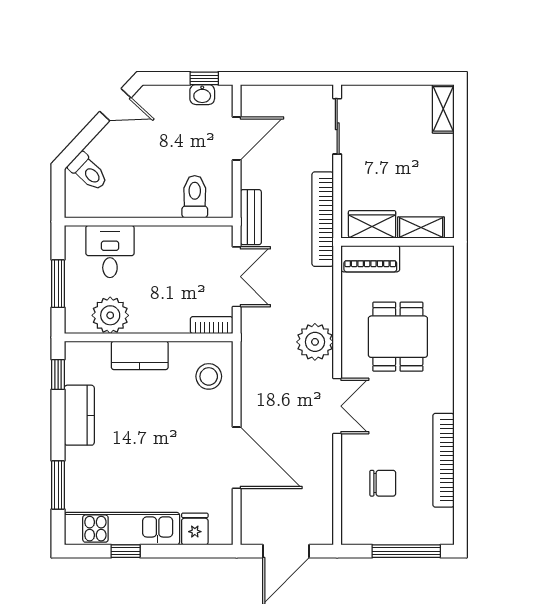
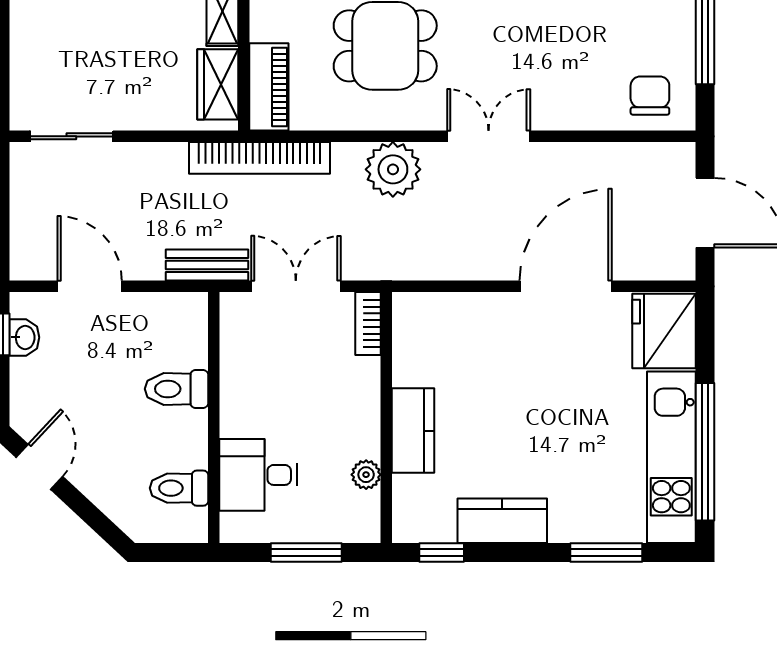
toilet: (88, 172) -> (179, 488), moved, turned -133
toilet: (195, 197) -> (177, 389), moved
bookcase: (323, 219) -> (259, 158), moved
plant: (110, 315) -> (366, 475), width x0.53, depth x0.53
stool: (209, 376) -> (444, 328), removed
chair: (383, 483) -> (650, 96), moved
fridge: (195, 529) -> (664, 331), width x1.88, depth x1.34
window: (126, 551) -> (705, 452), width x3.17

